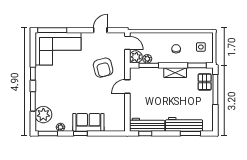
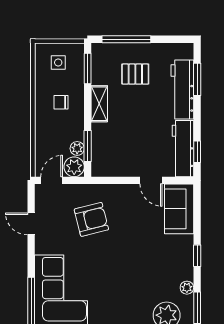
pallet: (205, 82) -> (135, 74), moved
door: (127, 86) -> (151, 180), moved
sofa: (88, 122) -> (179, 209), moved

